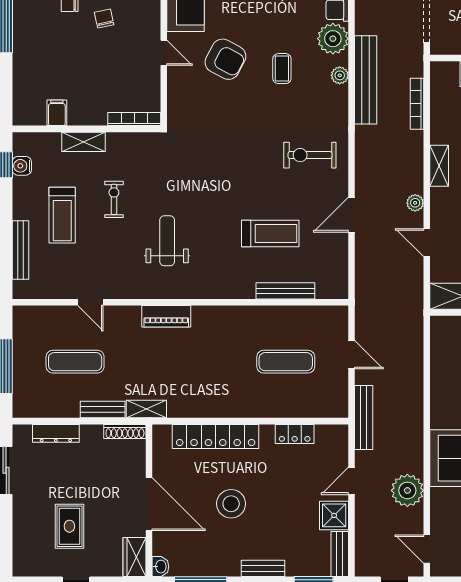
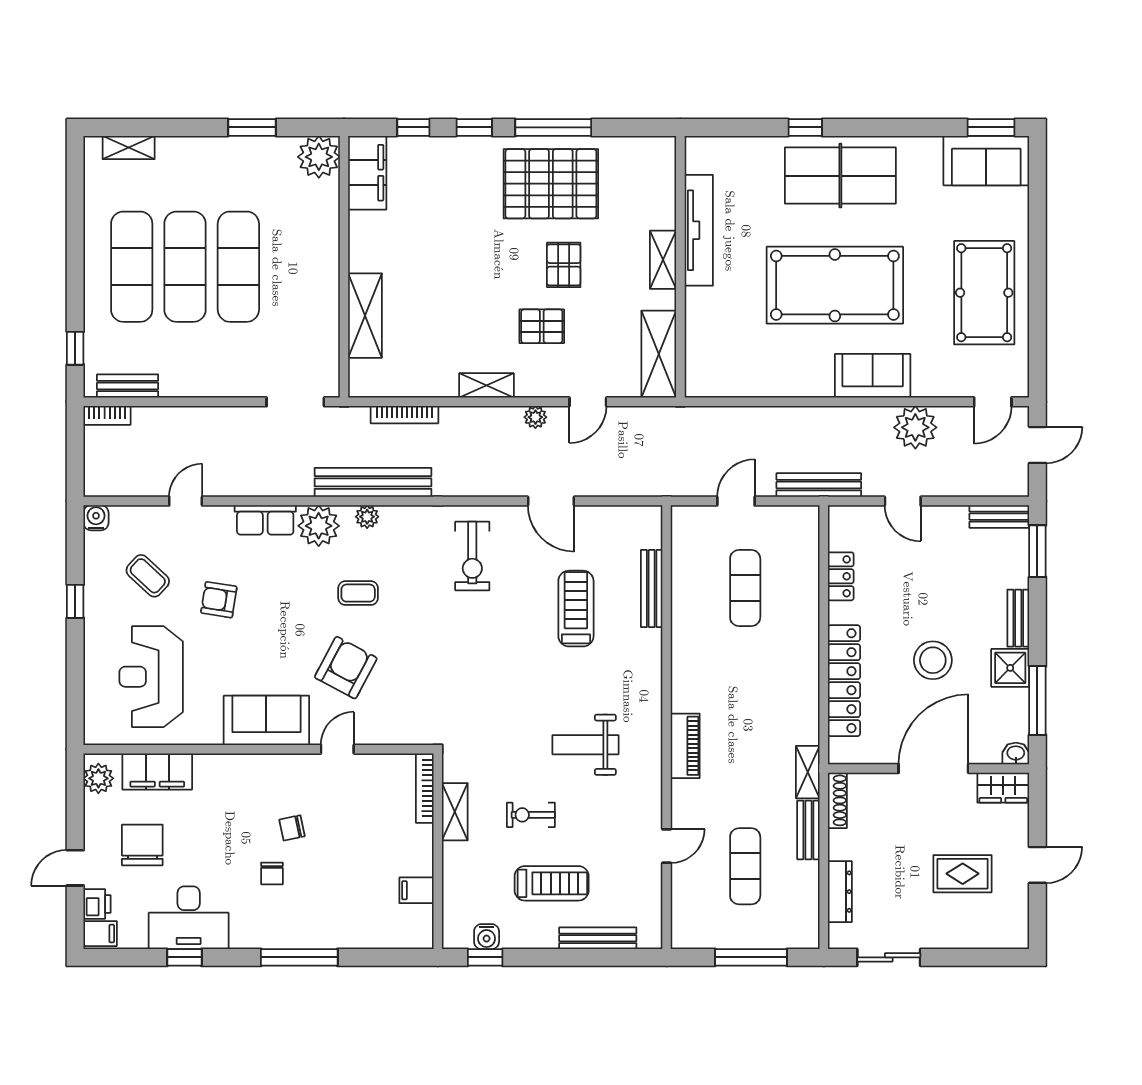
shelving: (84, 142) -> (455, 812), moved
shower: (334, 515) -> (1010, 668), moved

